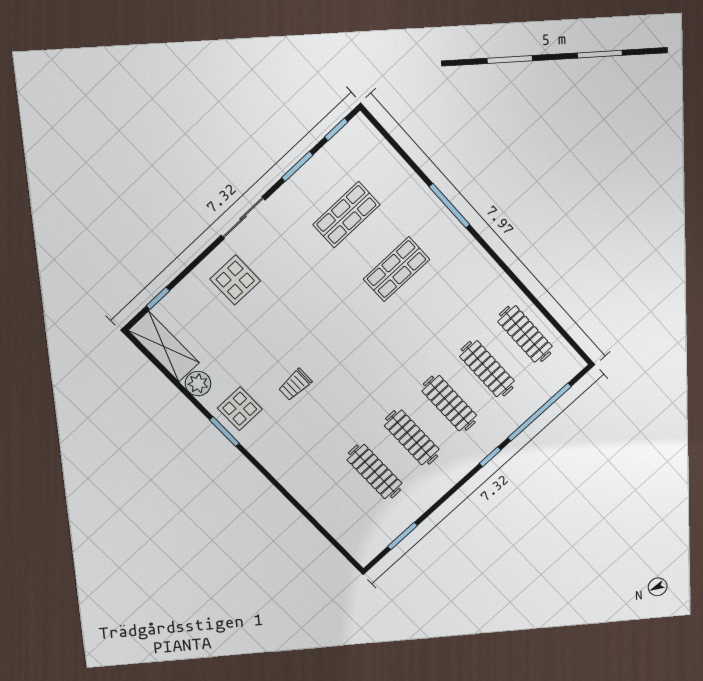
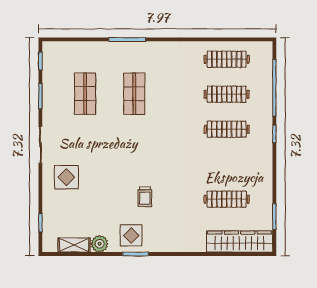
shelving: (164, 347) -> (74, 245), width x0.67, depth x0.75
clothes rail: (412, 438) -> (227, 164), removed
wardrobe: (342, 525) -> (240, 242), added

